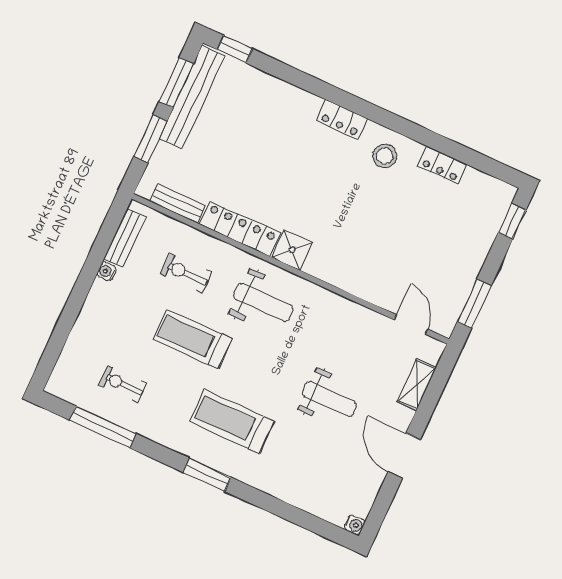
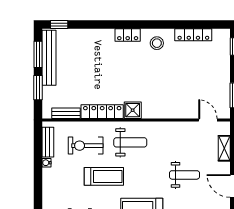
locker: (442, 165) -> (193, 35), width x1.53
exercise bike: (186, 273) -> (86, 146), width x1.38, depth x1.39
treadmill: (192, 339) -> (104, 176), turned 180

